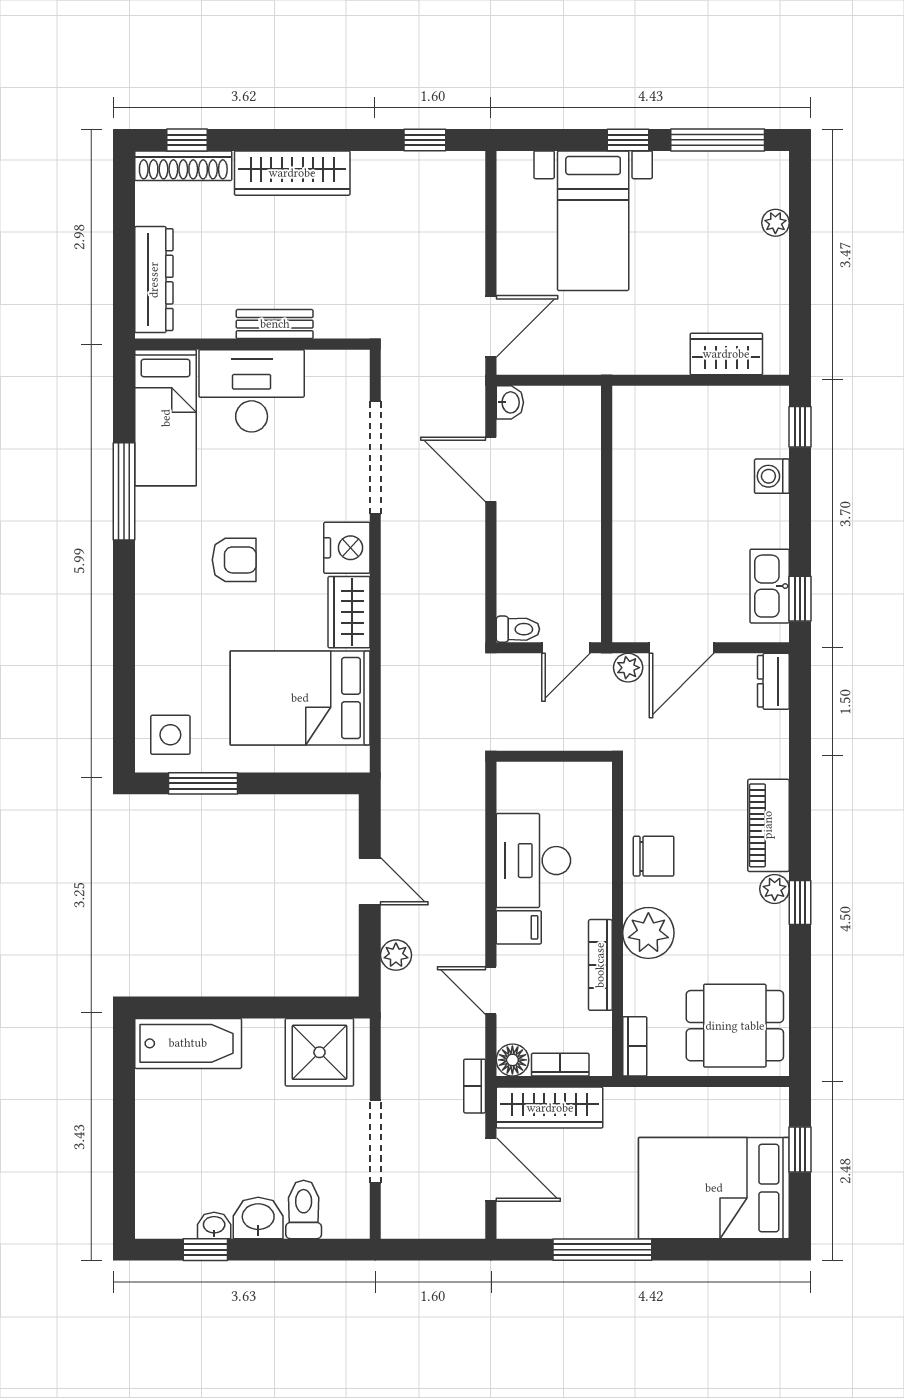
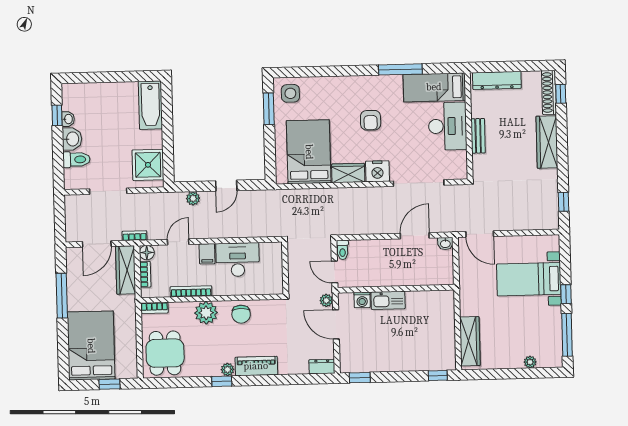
wardrobe: (726, 354) -> (470, 341), width x1.50
washing machine: (772, 476) -> (362, 300), moved, turned 180
kitchen sink: (770, 586) -> (388, 300), moved, turned 180

